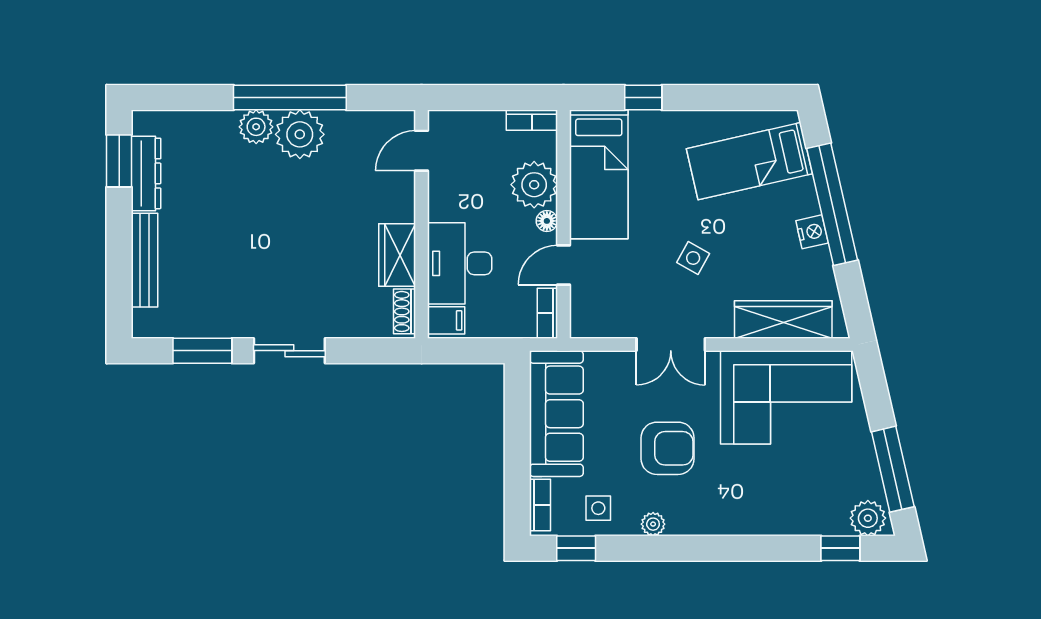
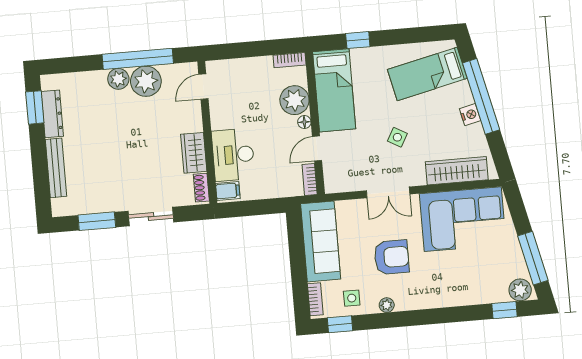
door: (422, 151) -> (203, 87), moved
wall: (422, 224) -> (207, 132), moved
wardrobe: (397, 255) -> (194, 153), moved
desk: (460, 263) -> (233, 155), moved
shoe rack: (404, 311) -> (201, 188), moved
filing cabinet: (446, 320) -> (228, 191), moved

